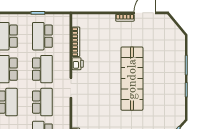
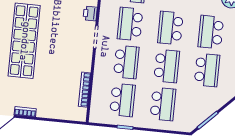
printer: (78, 64) -> (90, 13), moved
school desk: (42, 69) -> (126, 62), turned 180

